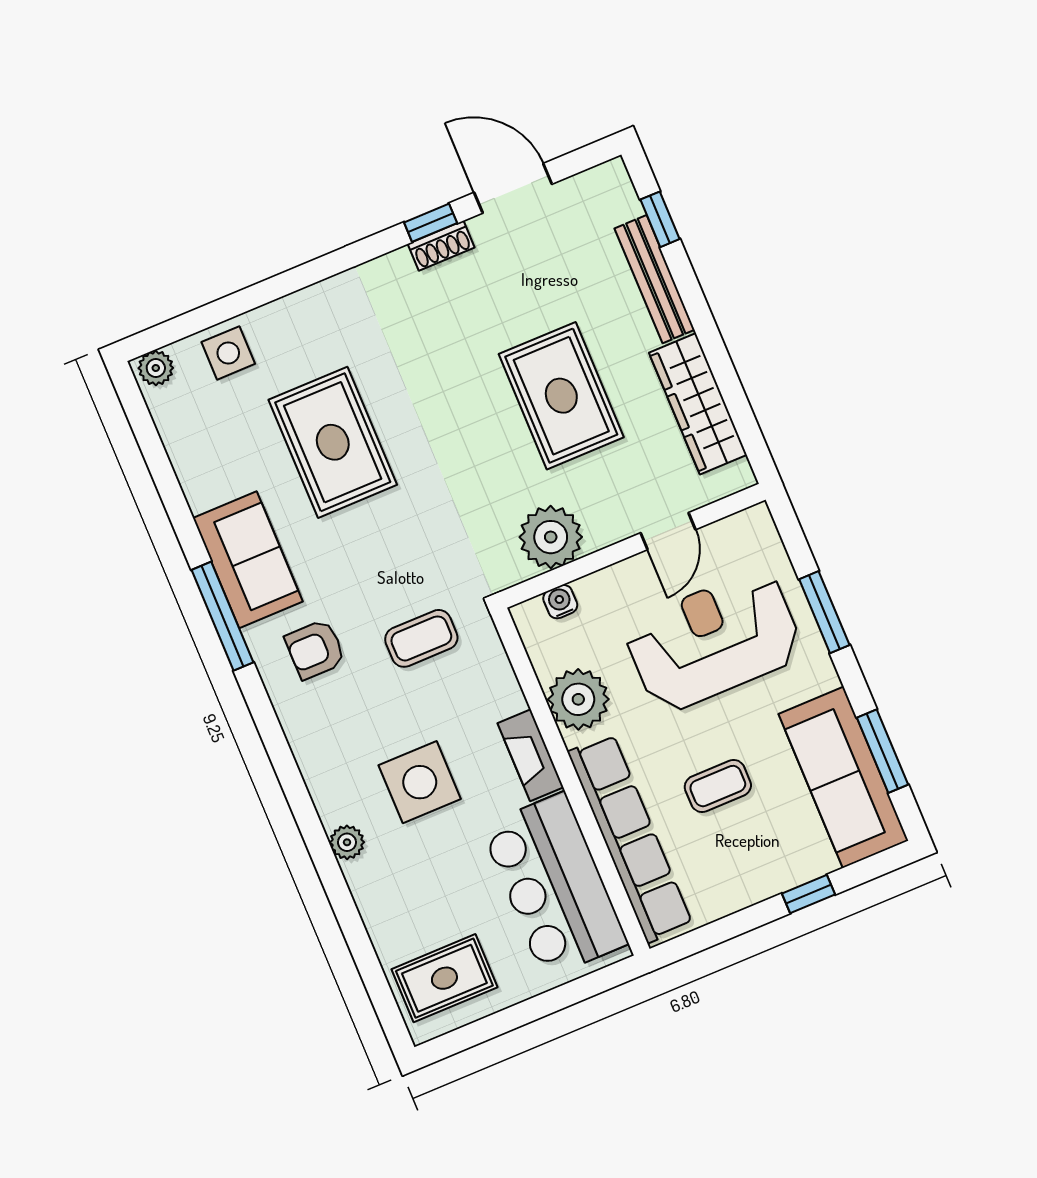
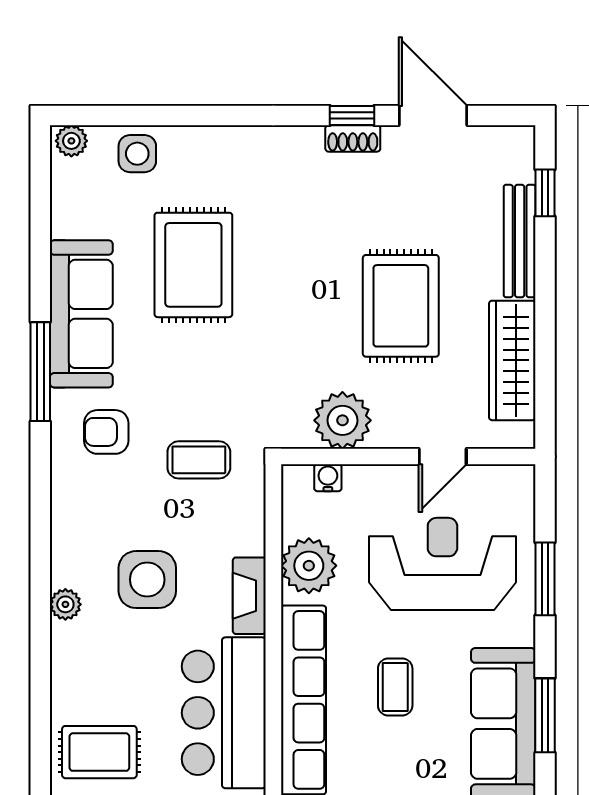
sofa: (248, 560) -> (81, 314), width x1.36
coffee table: (718, 786) -> (395, 687), turned 90

